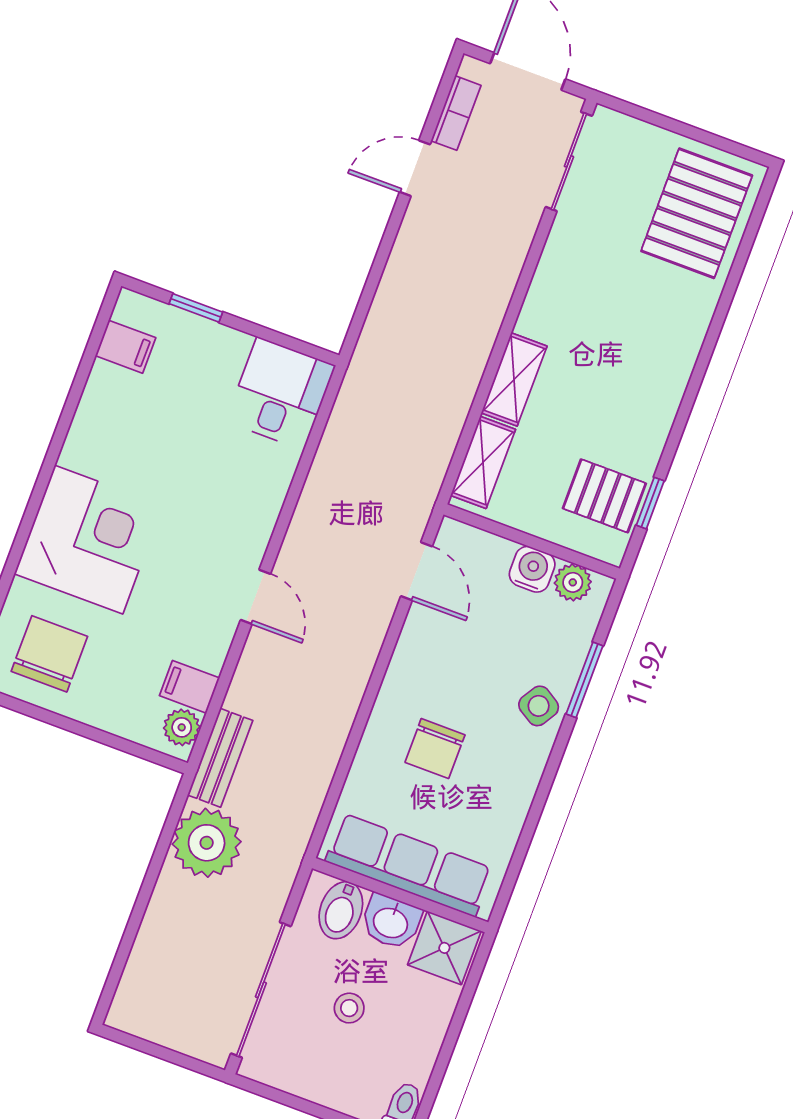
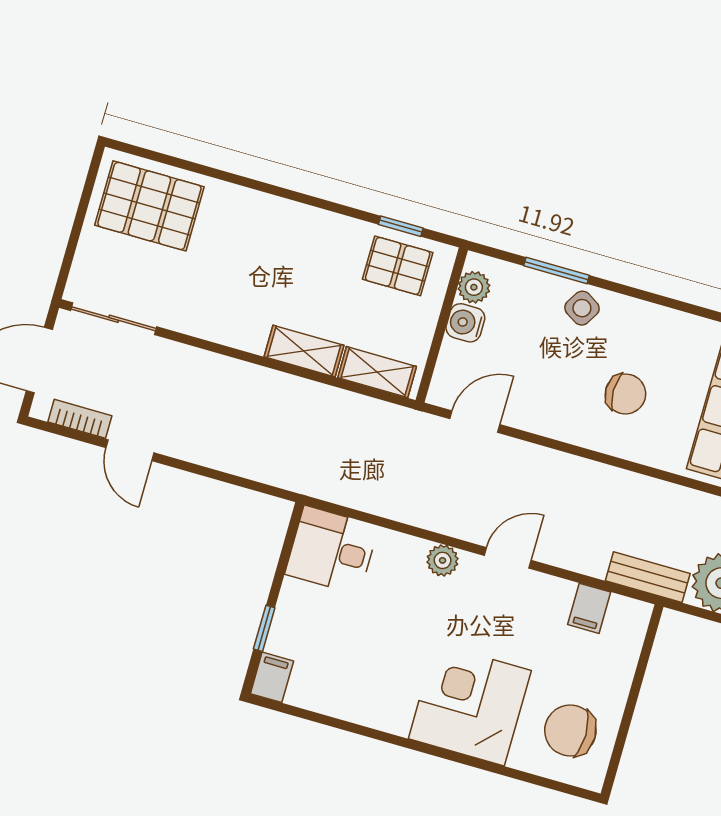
filing cabinet: (126, 347) -> (272, 677), moved
pallet: (604, 496) -> (398, 266), turned 90
plant: (182, 727) -> (443, 560), moved

